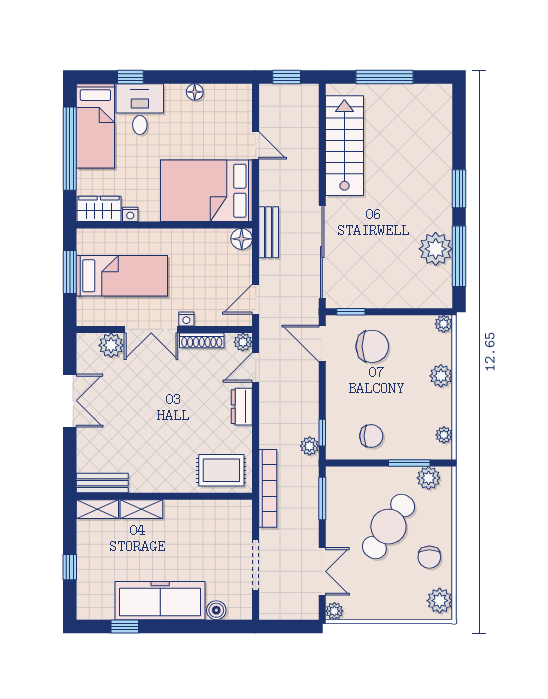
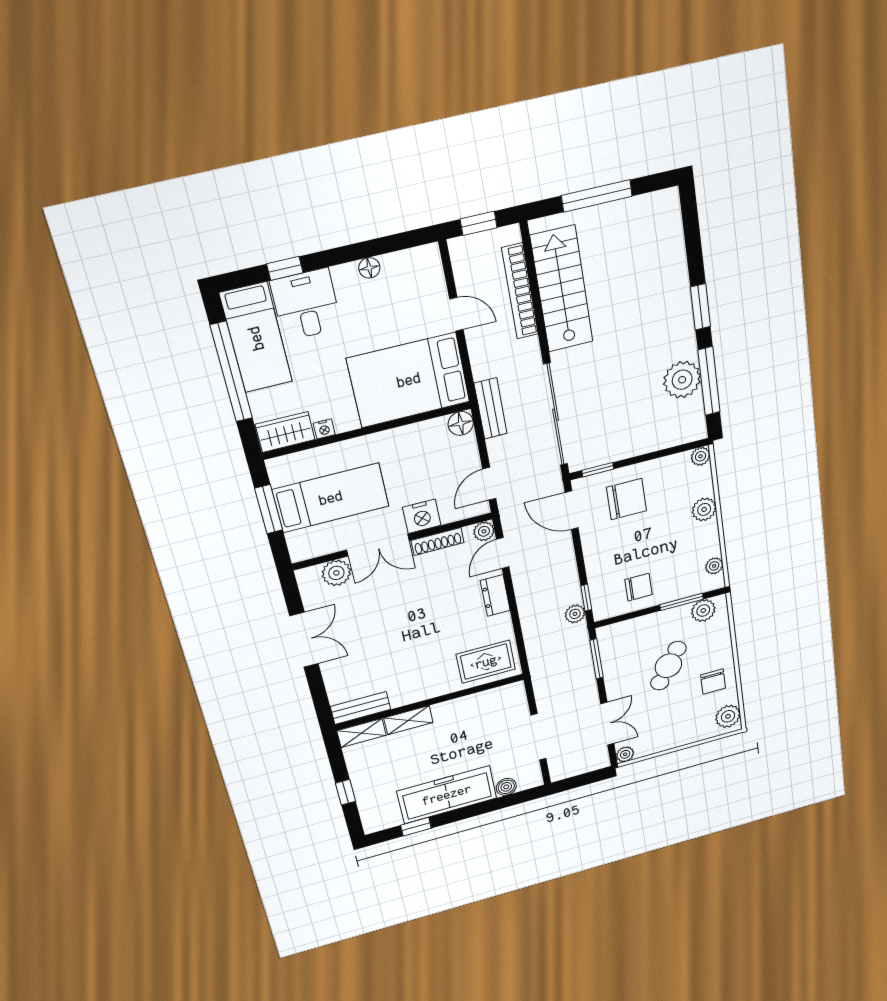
nightstand: (186, 319) -> (422, 516), width x1.89, depth x1.79
bookcase: (268, 488) -> (520, 291), moved, turned 180
cafe table: (388, 527) -> (668, 666), width x0.73, depth x0.74

